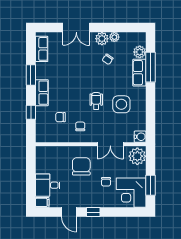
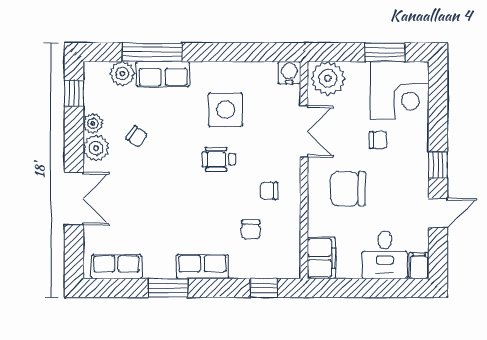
window: (130, 27) -> (74, 93), added
window: (31, 112) -> (264, 288), moved
filing cabinet: (46, 153) -> (321, 258), added

